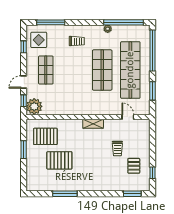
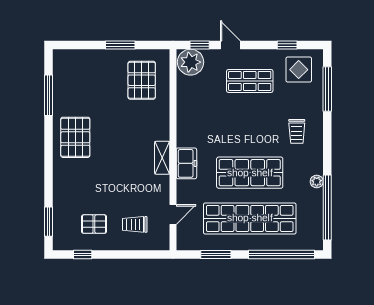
freezer: (96, 109) -> (186, 163), added
trolley: (117, 149) -> (135, 224), moved
pallet: (59, 160) -> (75, 137), moved
window: (65, 194) -> (48, 95), moved

